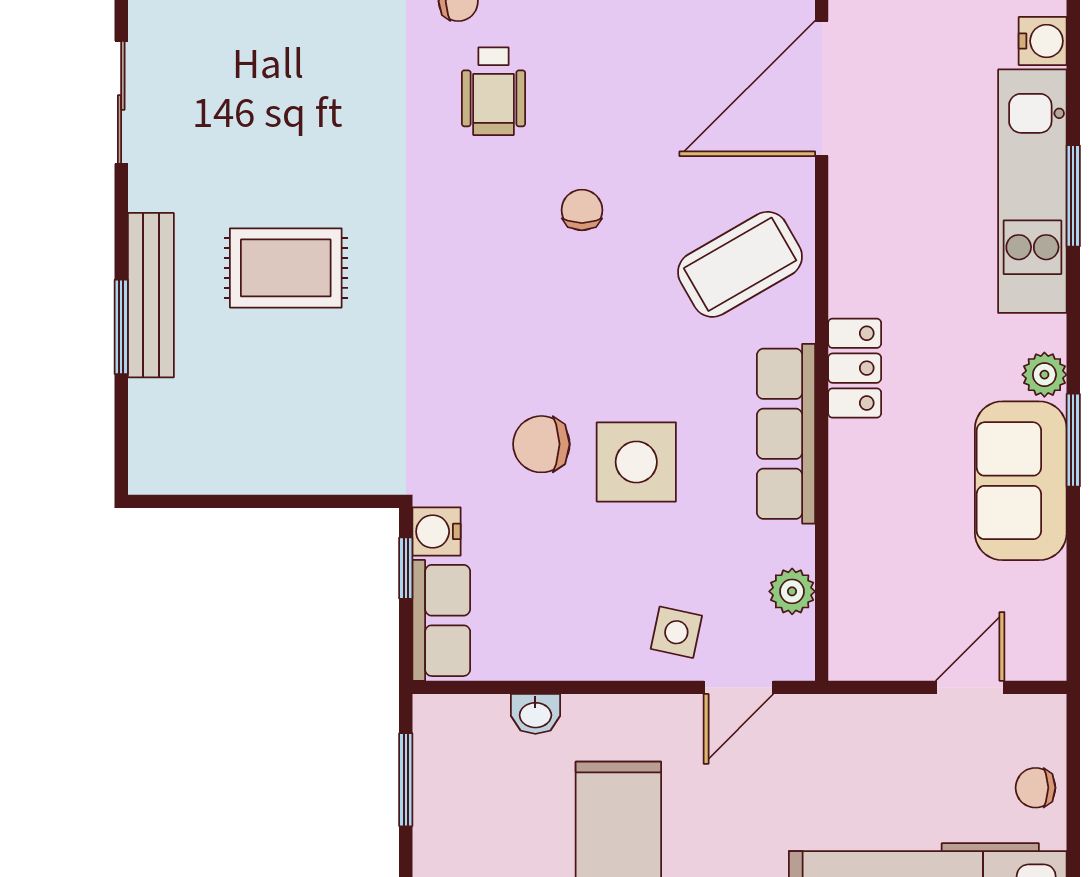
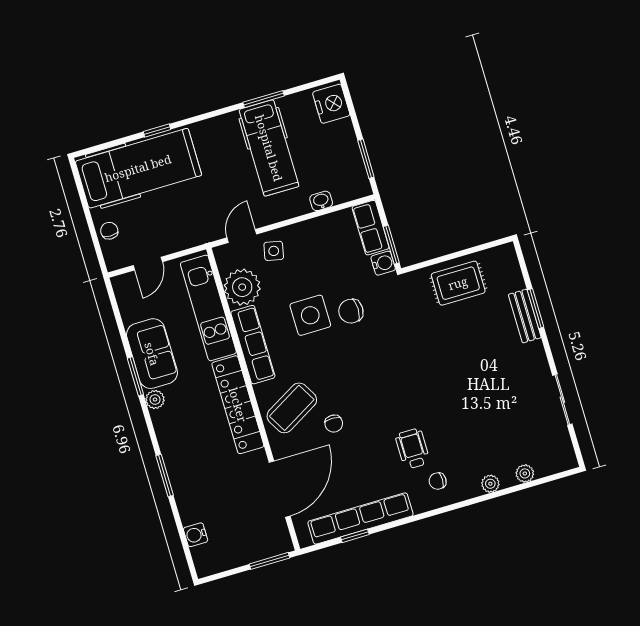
kitchen unit: (1032, 191) -> (208, 308), moved, turned 180
chair: (582, 210) -> (334, 424), moved
rug: (286, 268) -> (458, 283), moved
bench: (151, 295) -> (525, 316), width x0.73
locker: (855, 368) -> (238, 405), width x2.16, depth x1.21
chair: (541, 444) -> (351, 311), turned 180
window: (406, 568) -> (391, 245), width x1.50
plant: (792, 591) -> (242, 287), width x1.87, depth x1.87
chair: (1036, 788) -> (109, 231), turned -90

